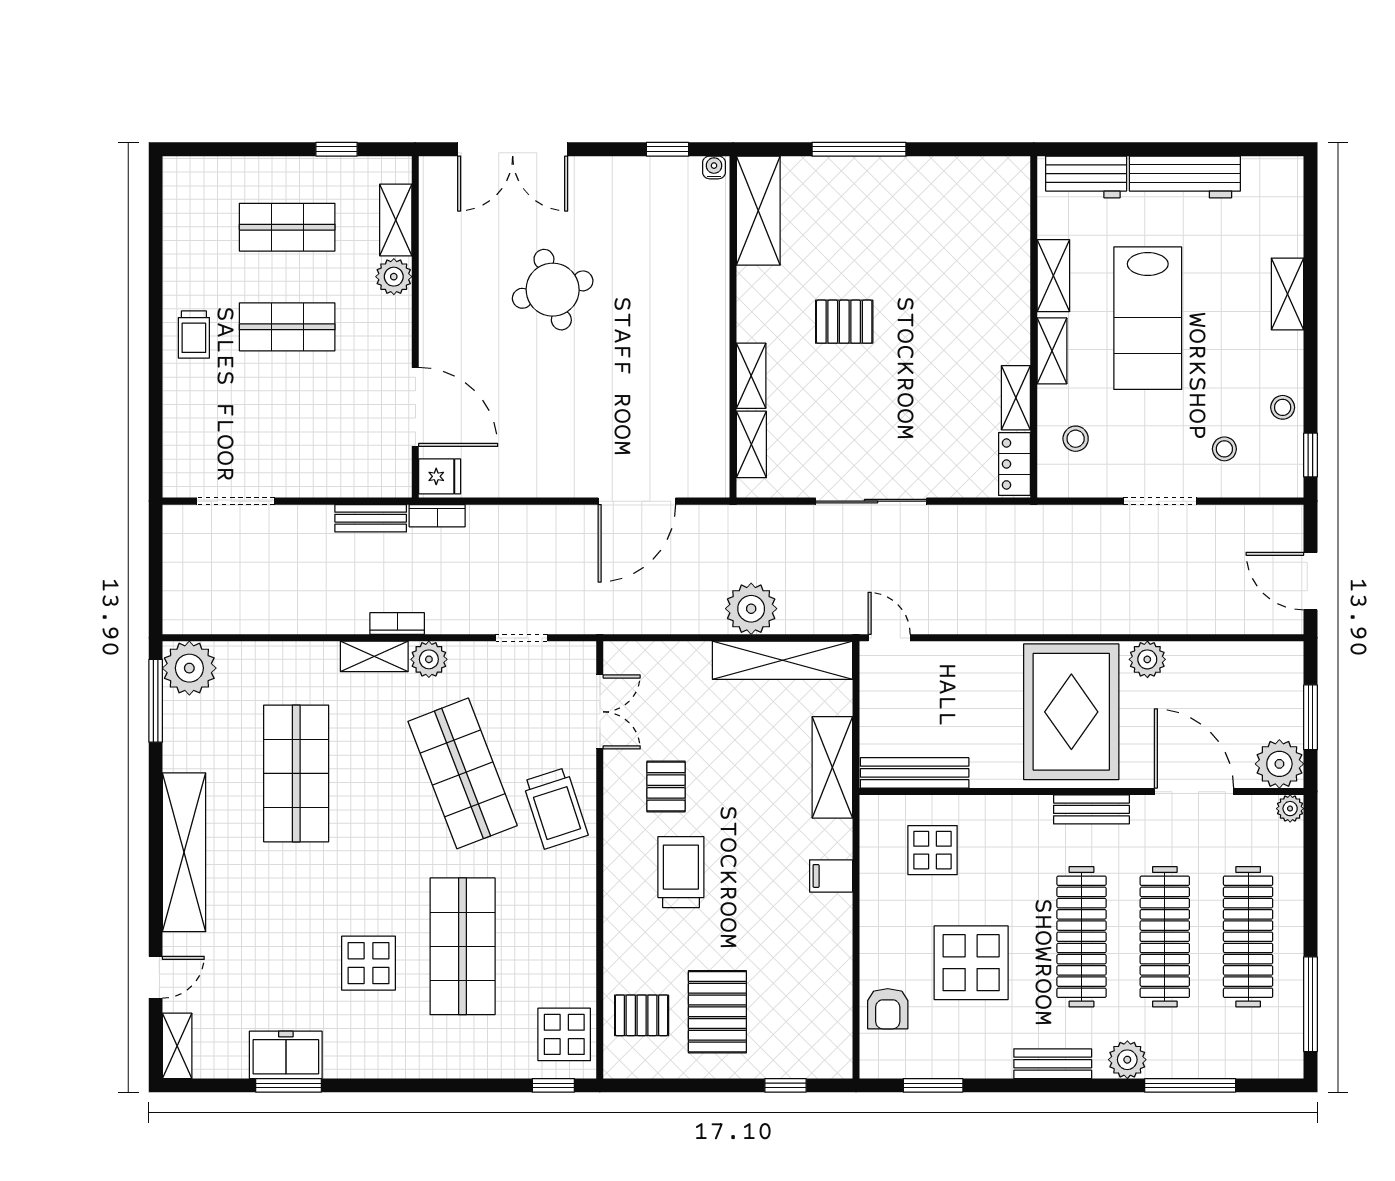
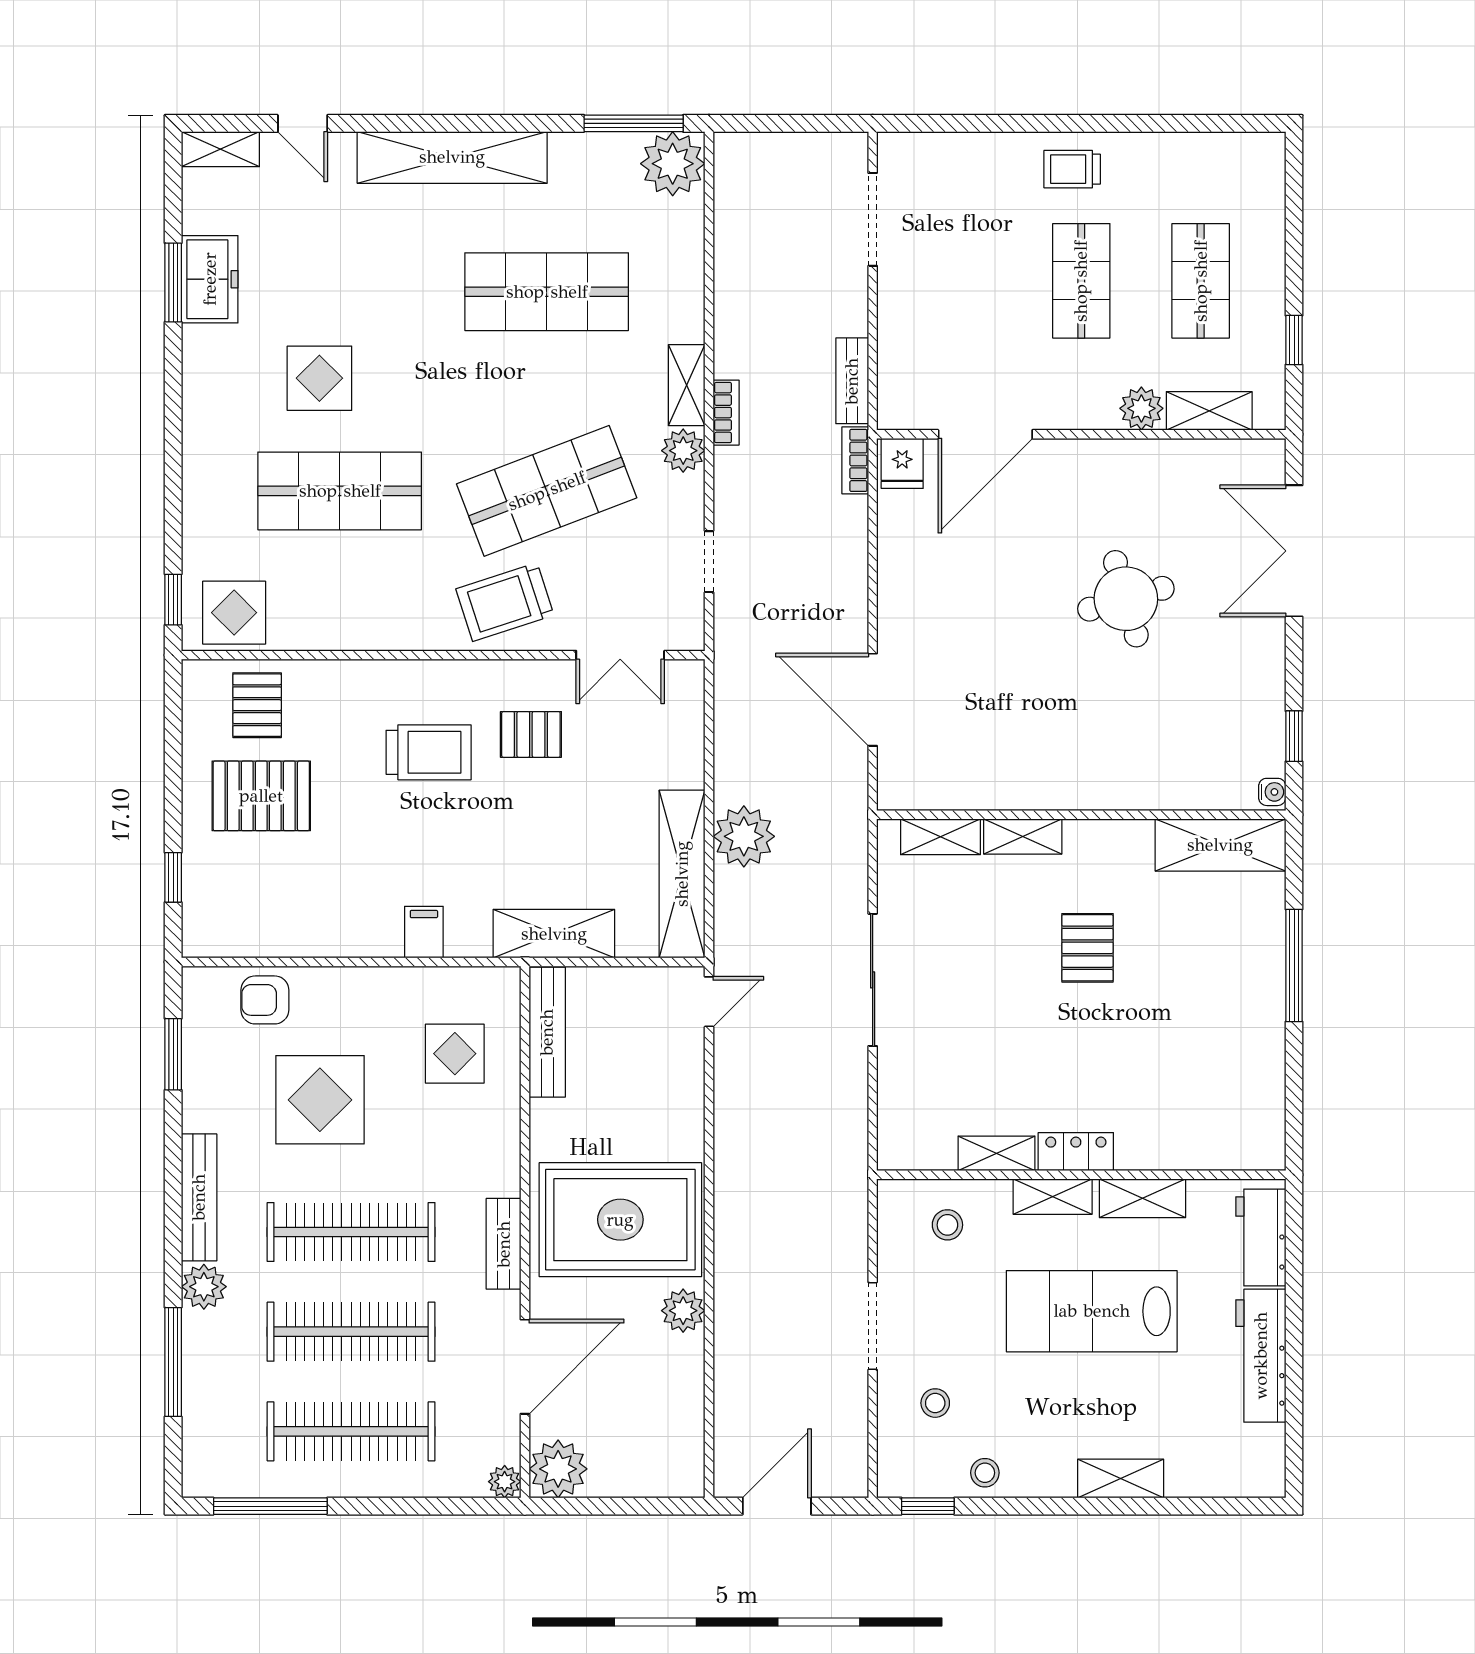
locker: (1014, 464) -> (1076, 1152), moved
window: (1310, 717) -> (614, 1506), removed
bench: (1053, 1064) -> (199, 1197), width x1.36

